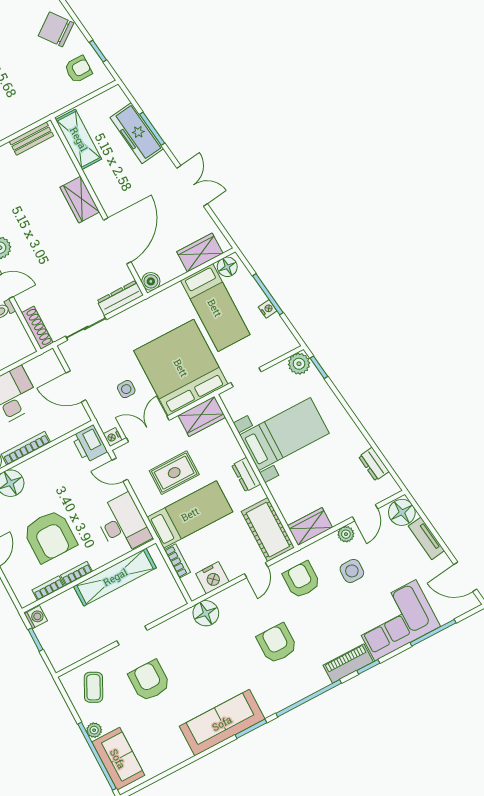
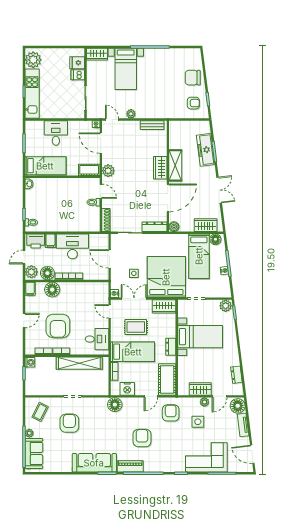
chair: (56, 29) -> (193, 78), turned -53
shelving: (79, 139) -> (175, 165), moved
printer: (89, 444) -> (101, 291), removed
desk: (123, 524) -> (97, 339), width x0.73
wardrobe: (310, 527) -> (200, 389), moved
piano: (348, 664) -> (130, 466), moved

